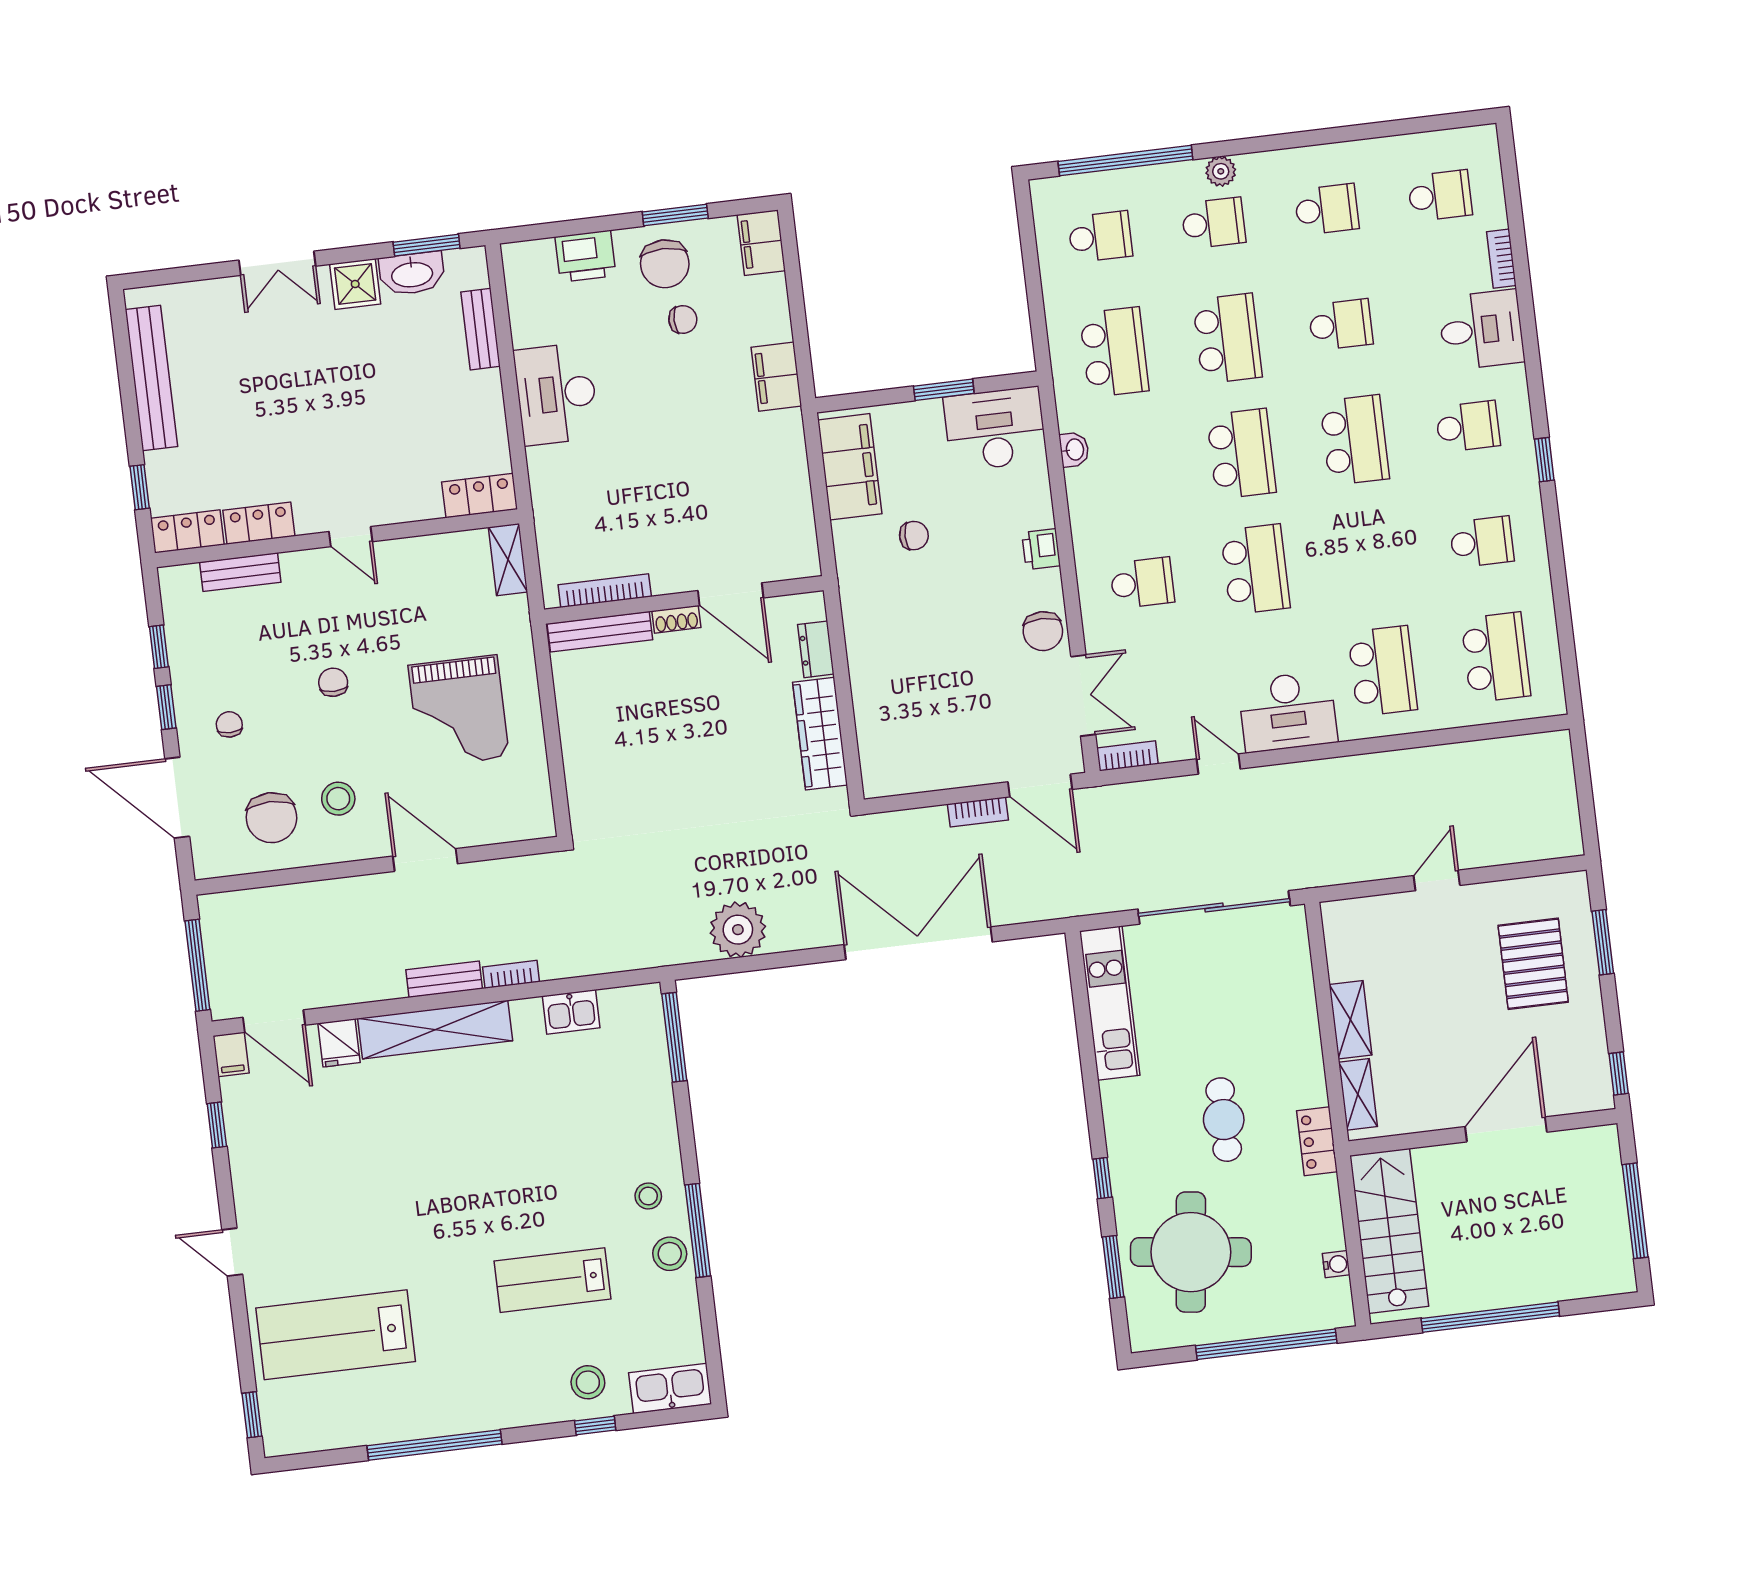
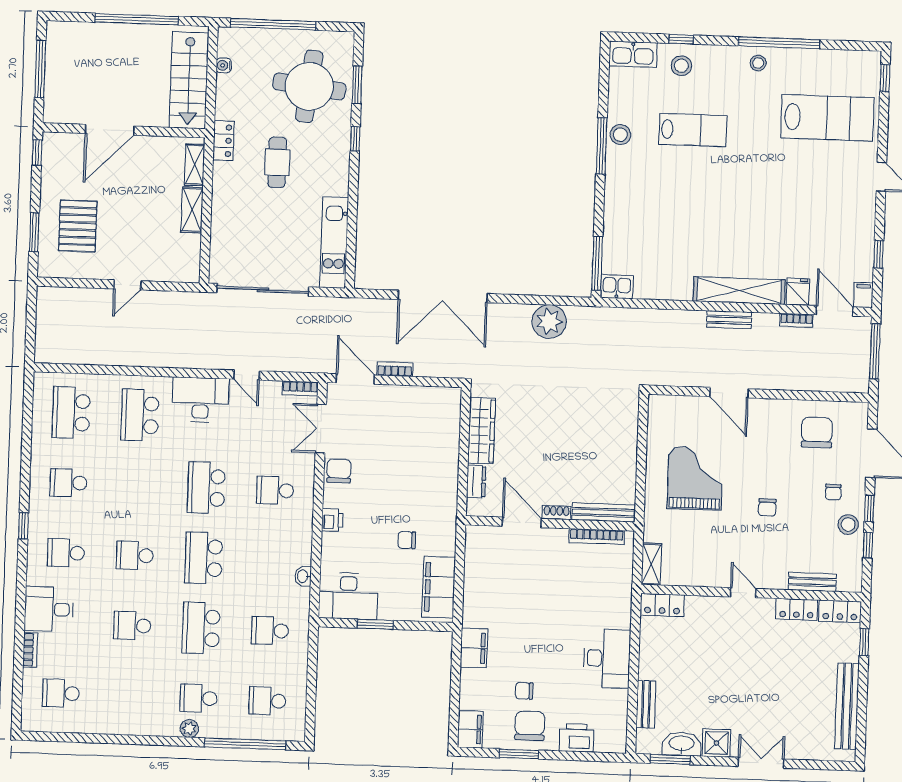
school desk: (1327, 209) -> (130, 696), removed
school desk: (1114, 352) -> (270, 631), width x0.54
school desk: (1355, 440) -> (135, 555), width x0.54
stool: (338, 799) -> (848, 524), moved
bookcase: (511, 974) -> (796, 320), moved
kitchen sink: (571, 1012) -> (617, 287), moved
stool: (648, 1196) -> (758, 63), moved

